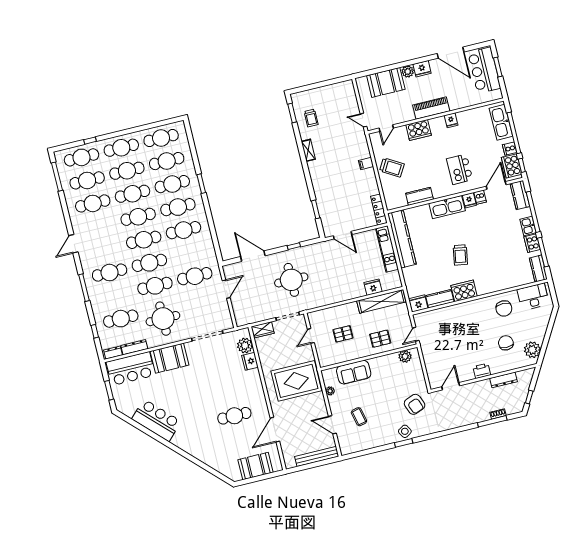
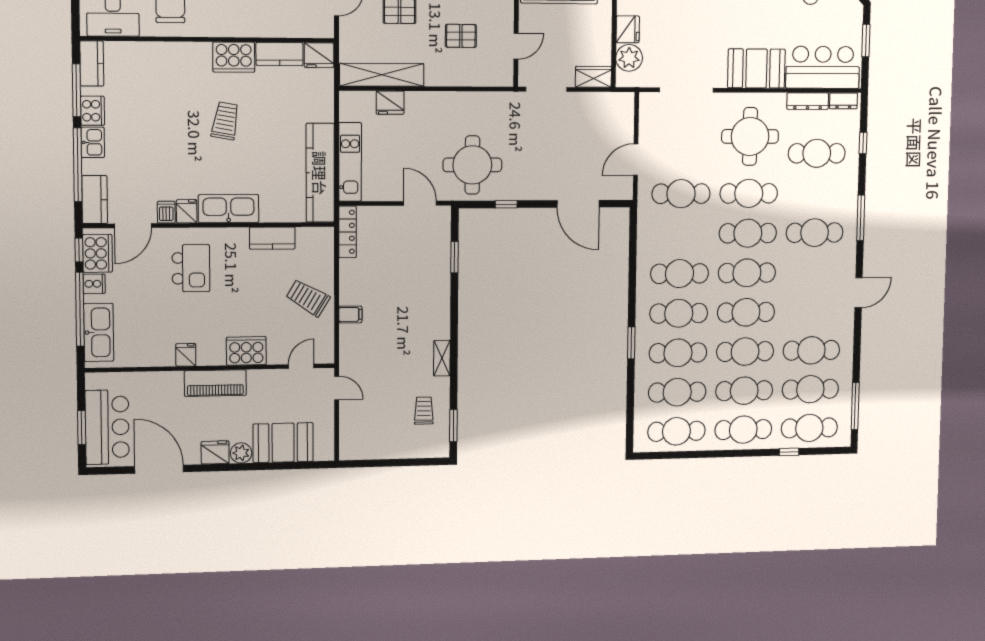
round table: (291, 280) -> (472, 165), moved

